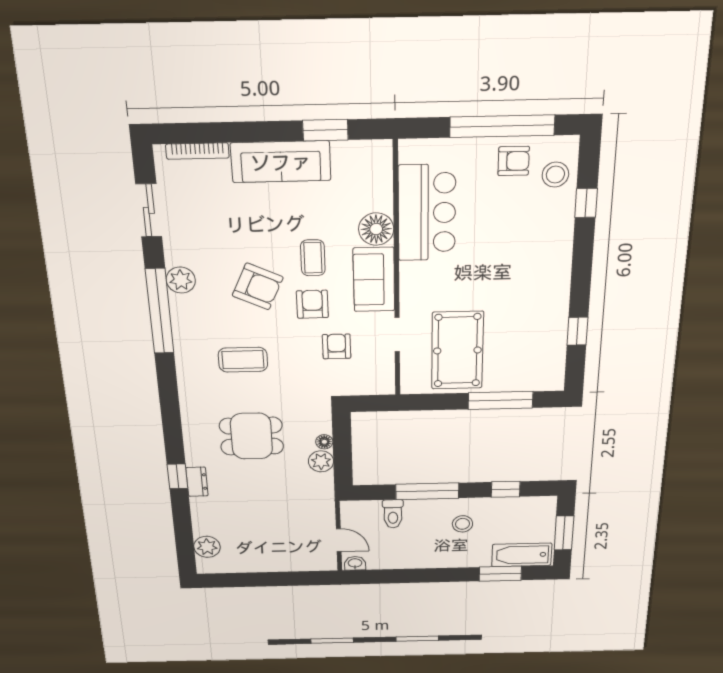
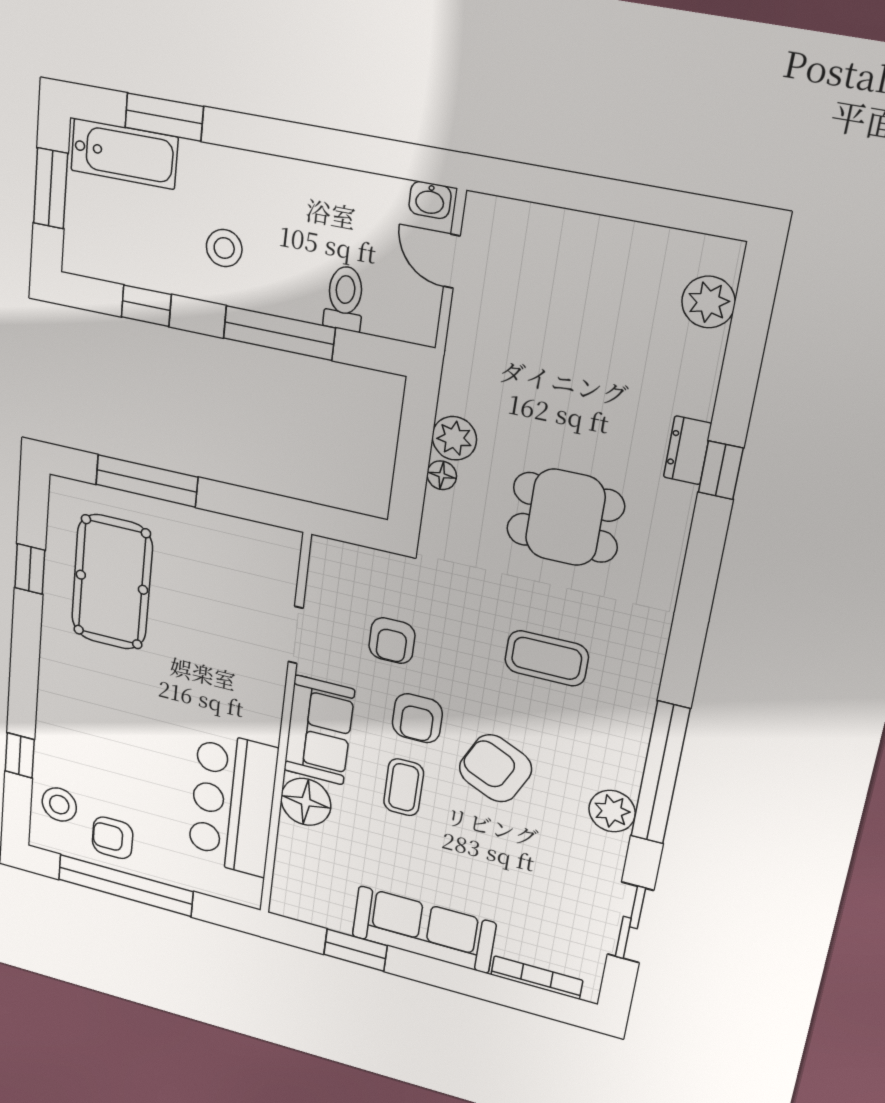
pool table: (457, 350) -> (112, 582), moved

